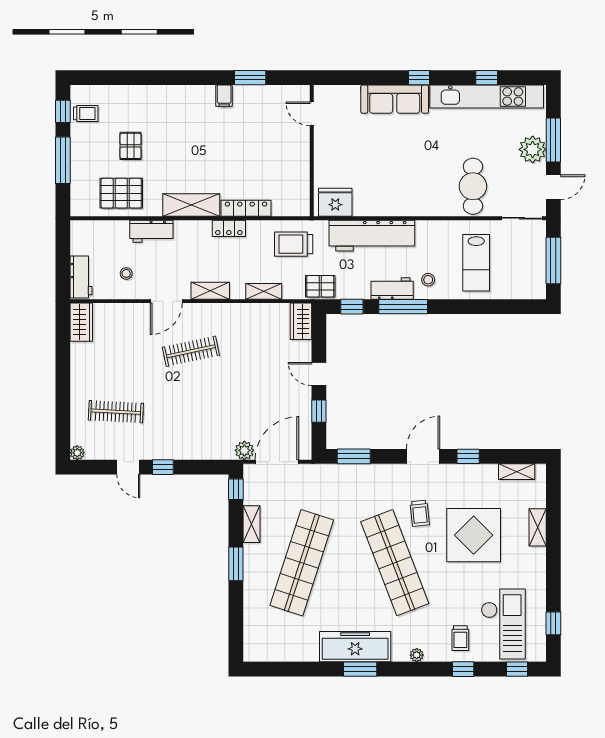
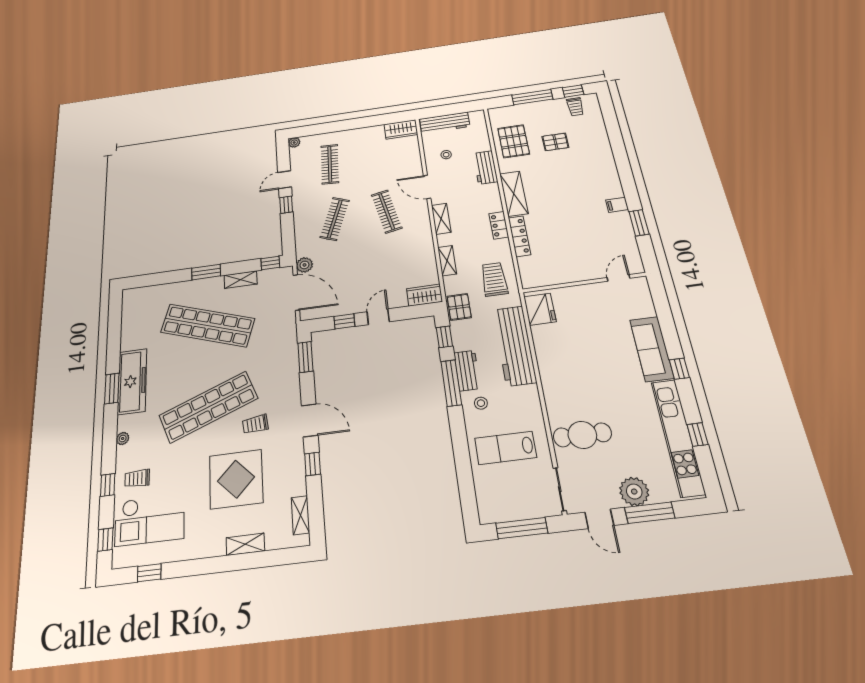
workbench: (81, 277) -> (445, 123), width x1.38
clothes rail: (191, 412) -> (335, 219), added

